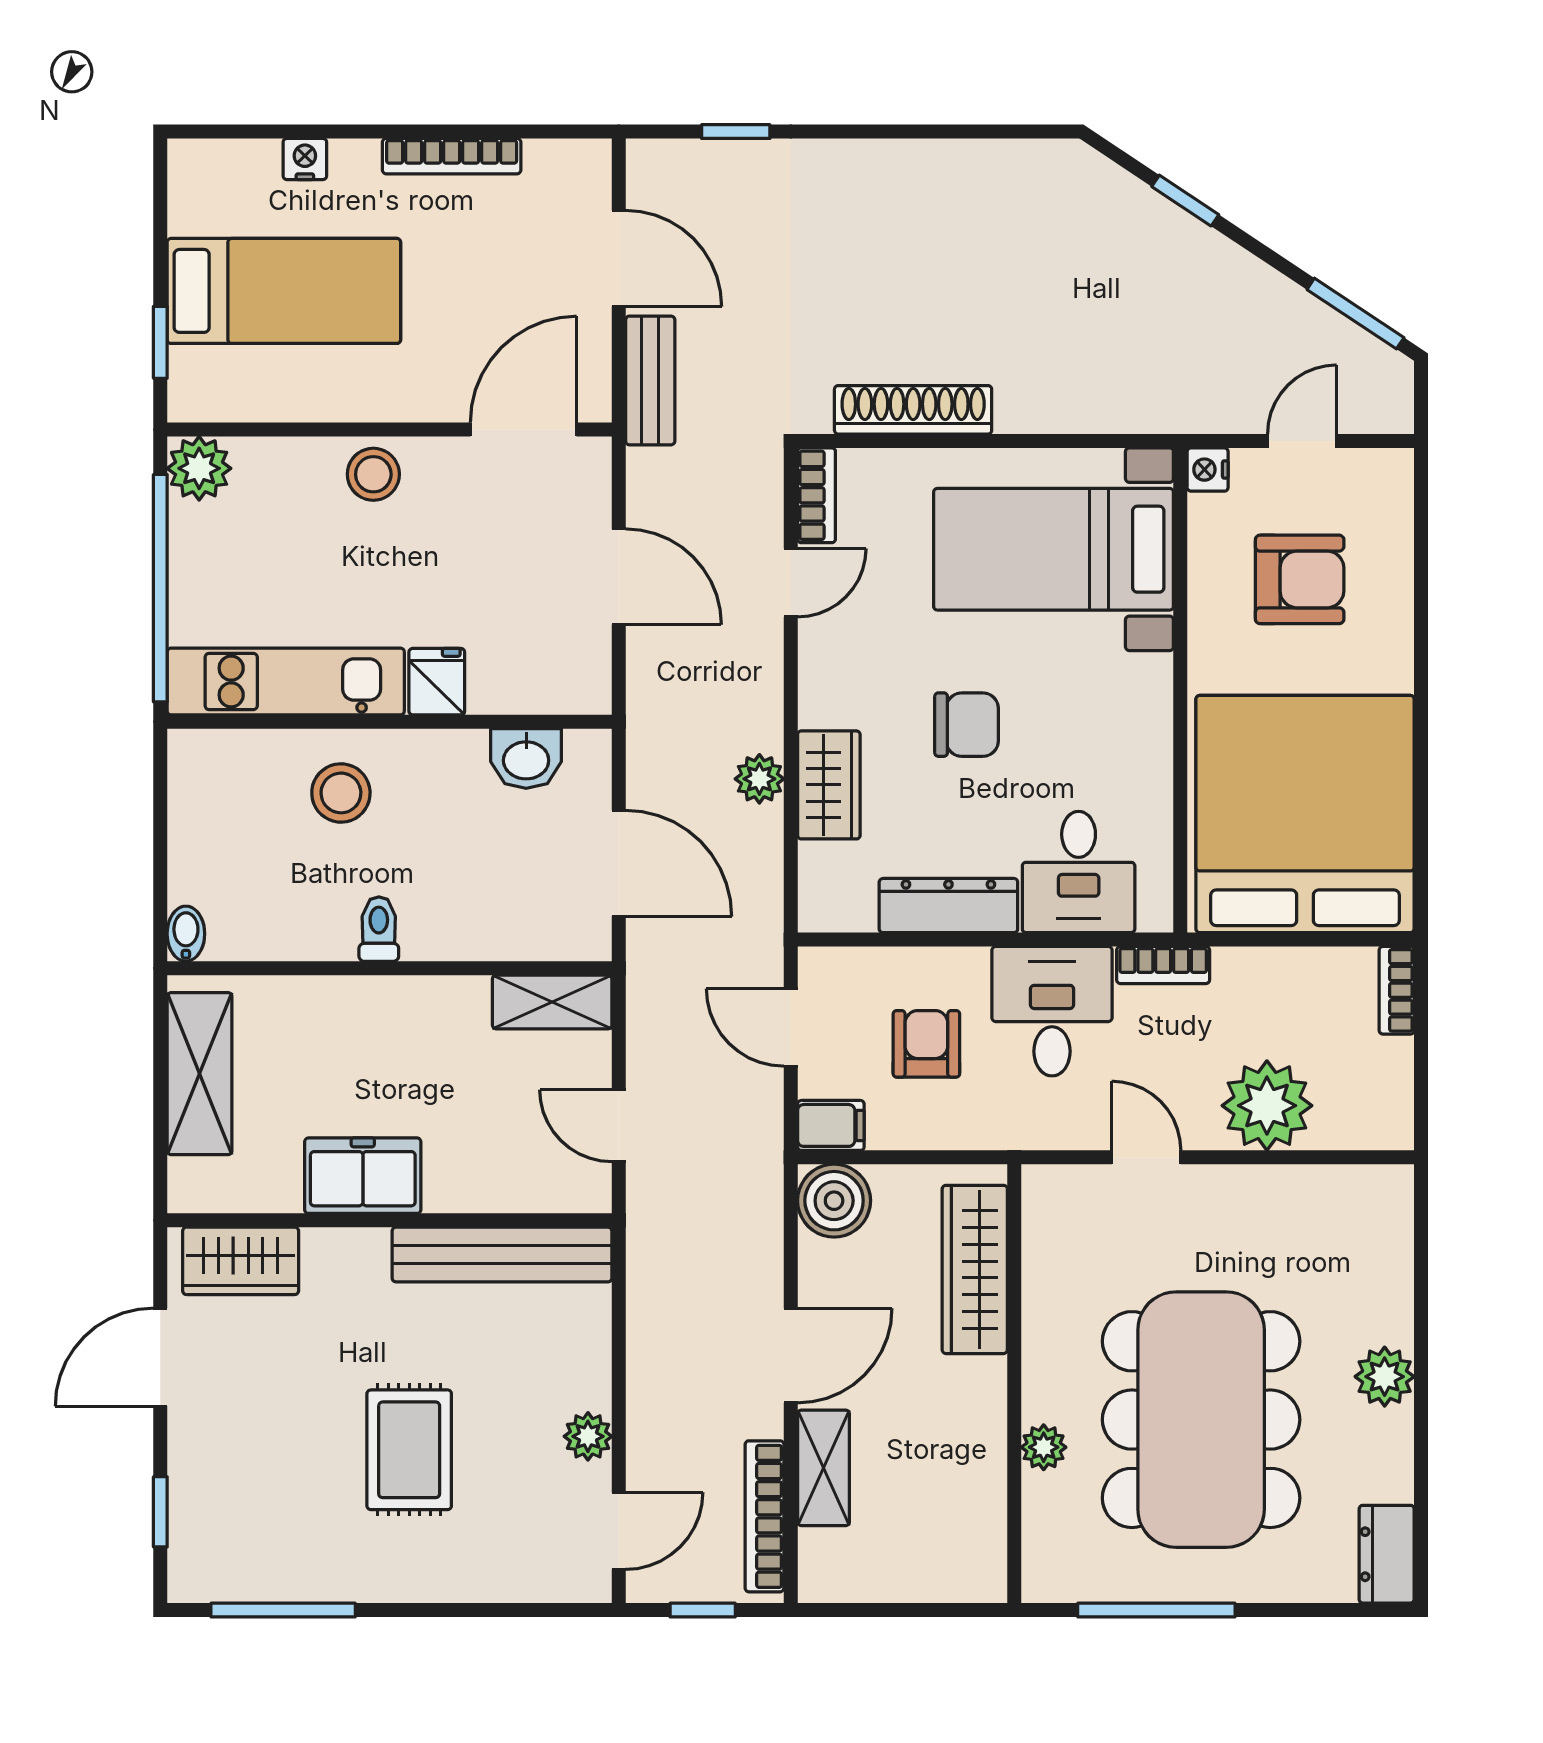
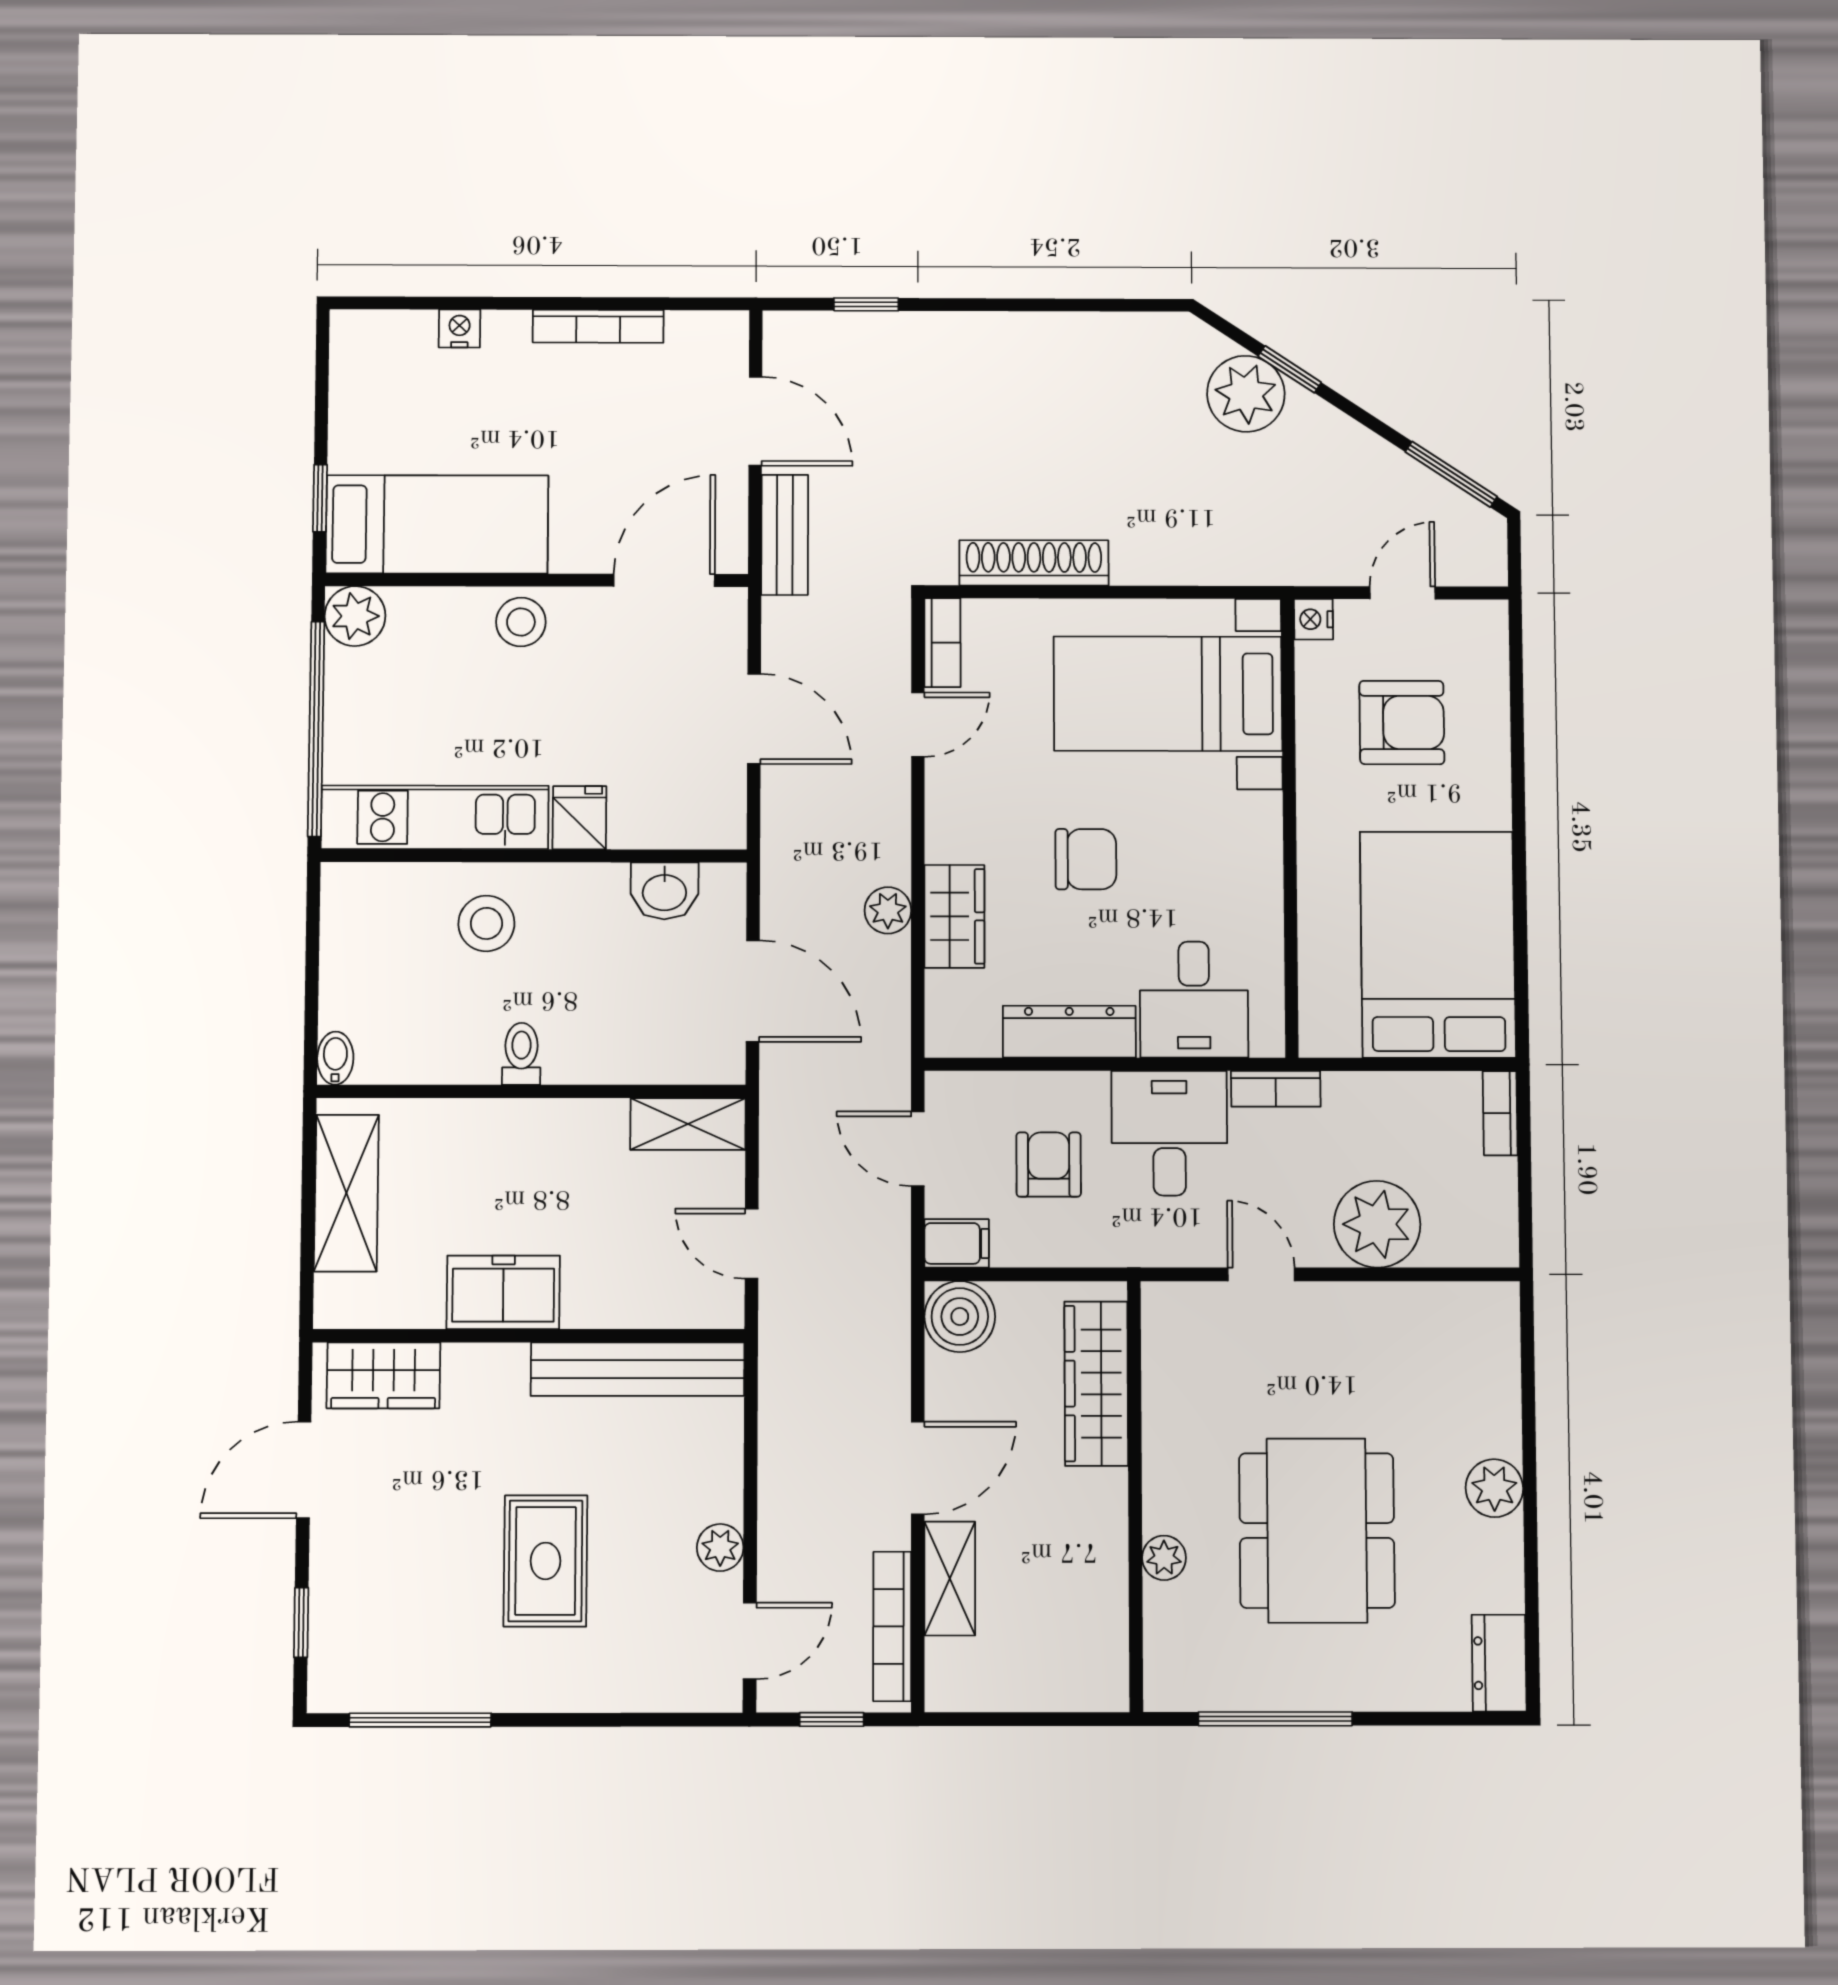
plant: (1139, 227) -> (1246, 394), added
bed: (284, 291) -> (437, 524), moved
bed: (1305, 814) -> (1438, 945), width x0.73
dining table: (1201, 1420) -> (1317, 1530), width x0.73, depth x0.80

